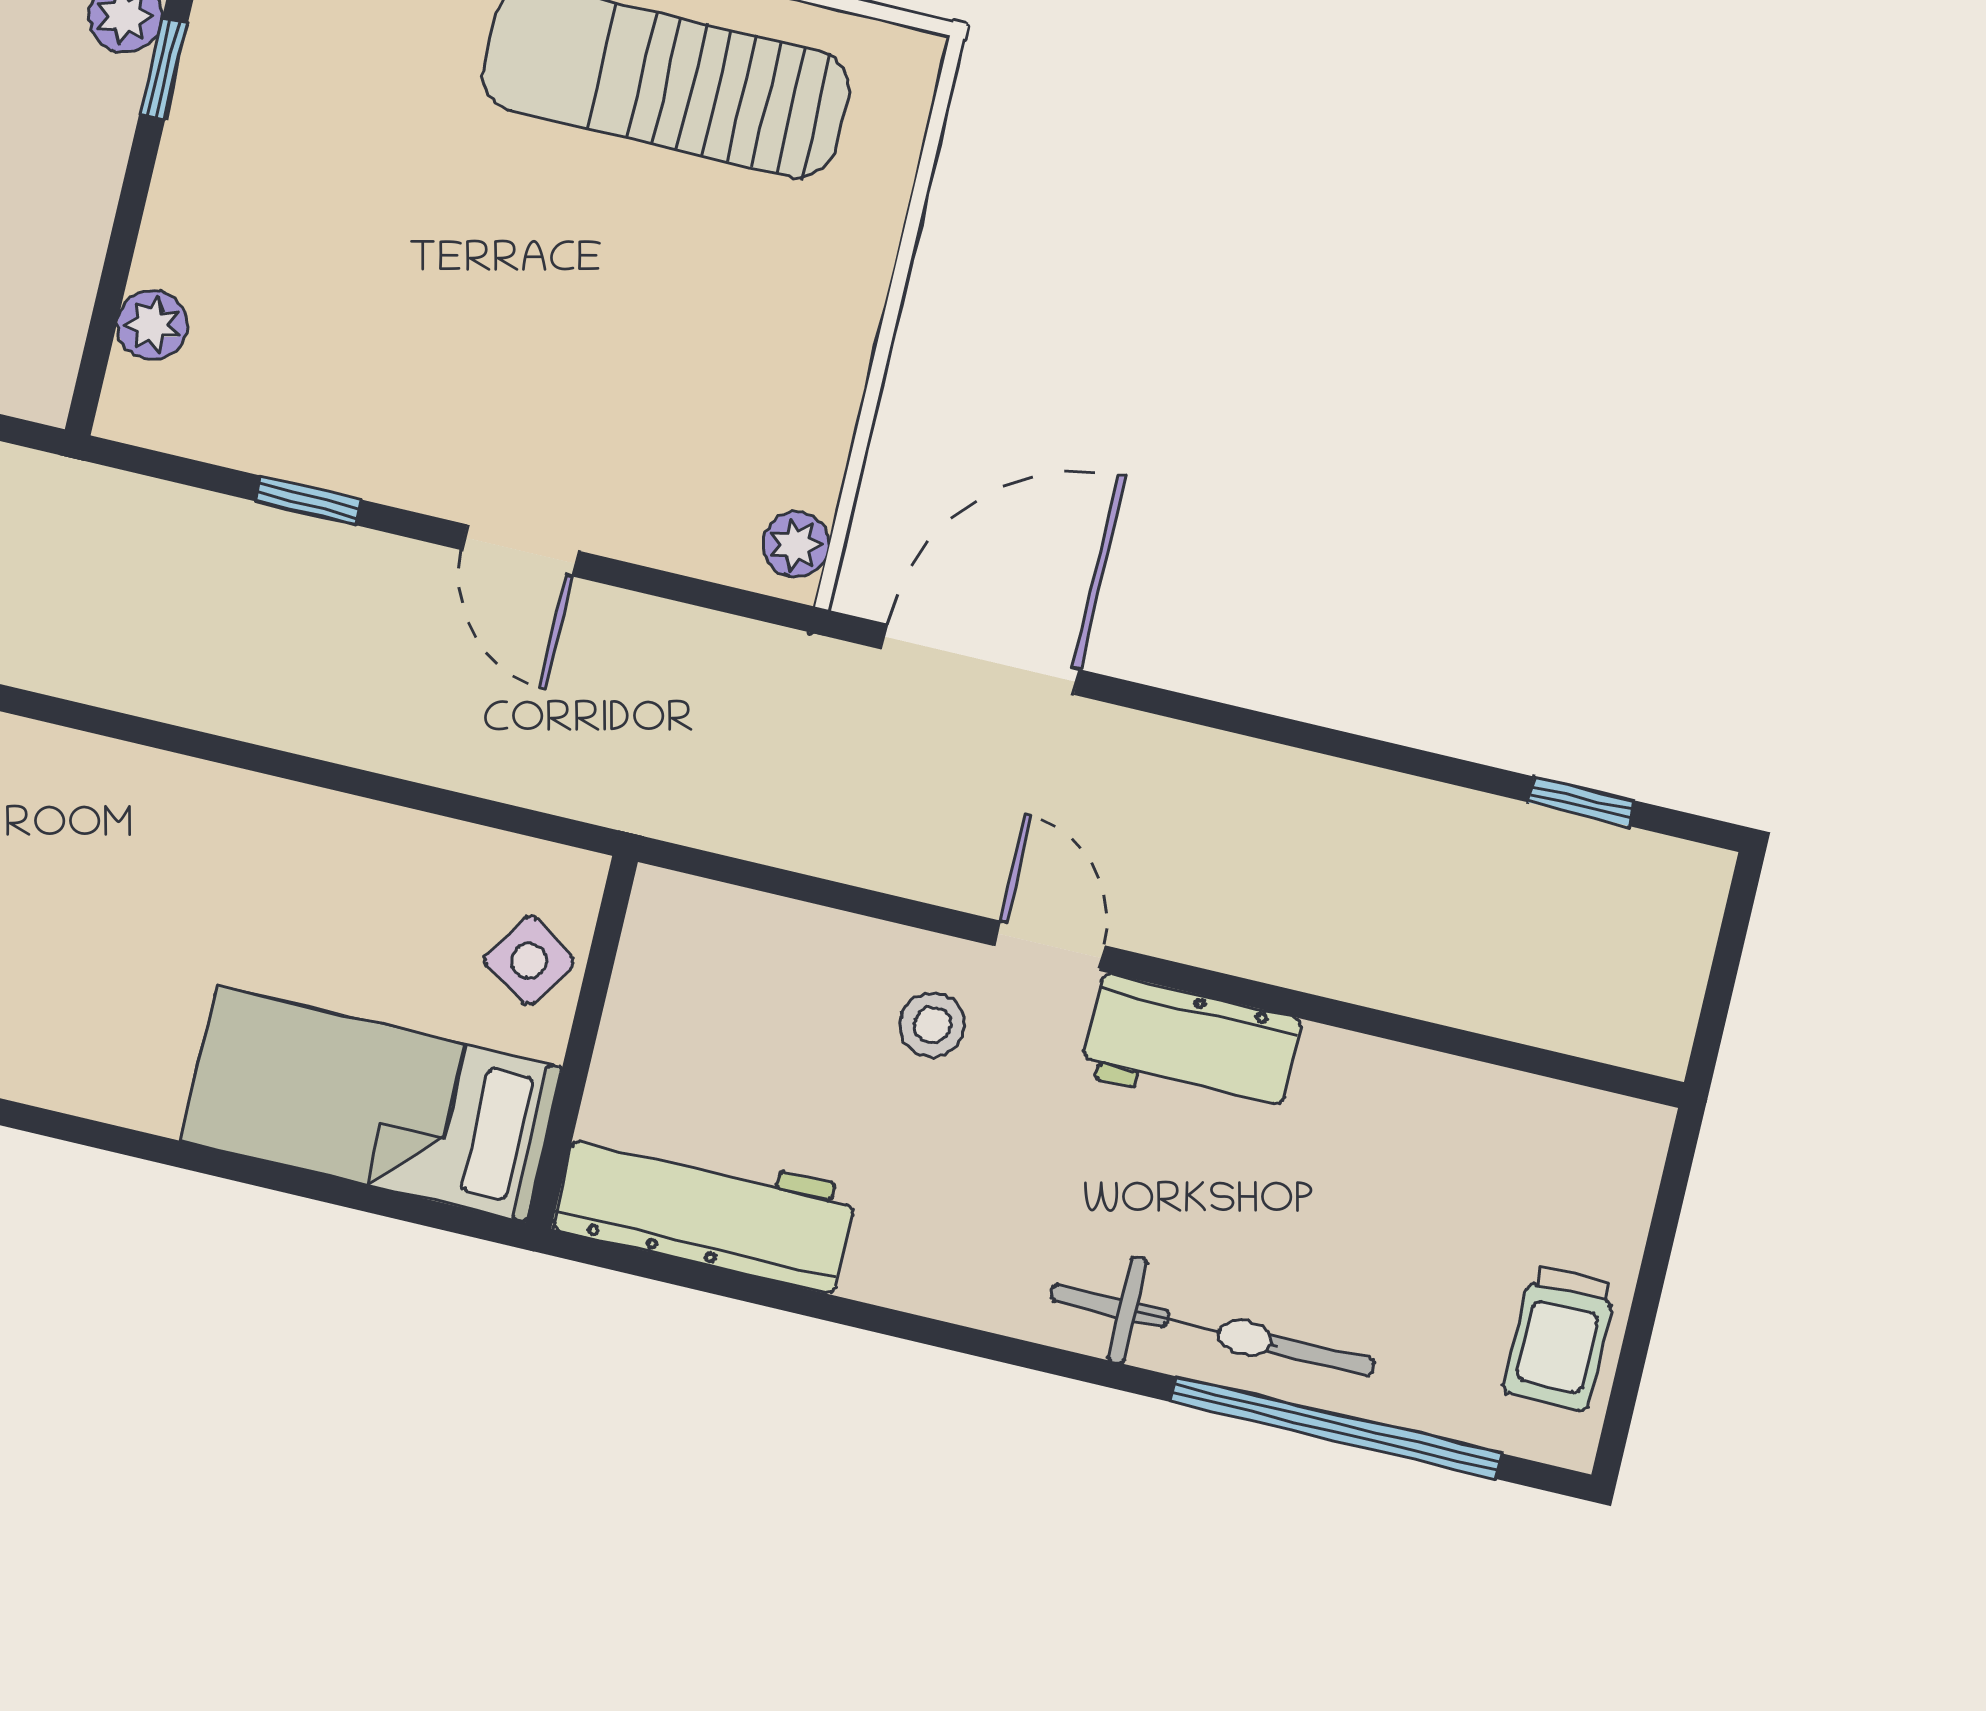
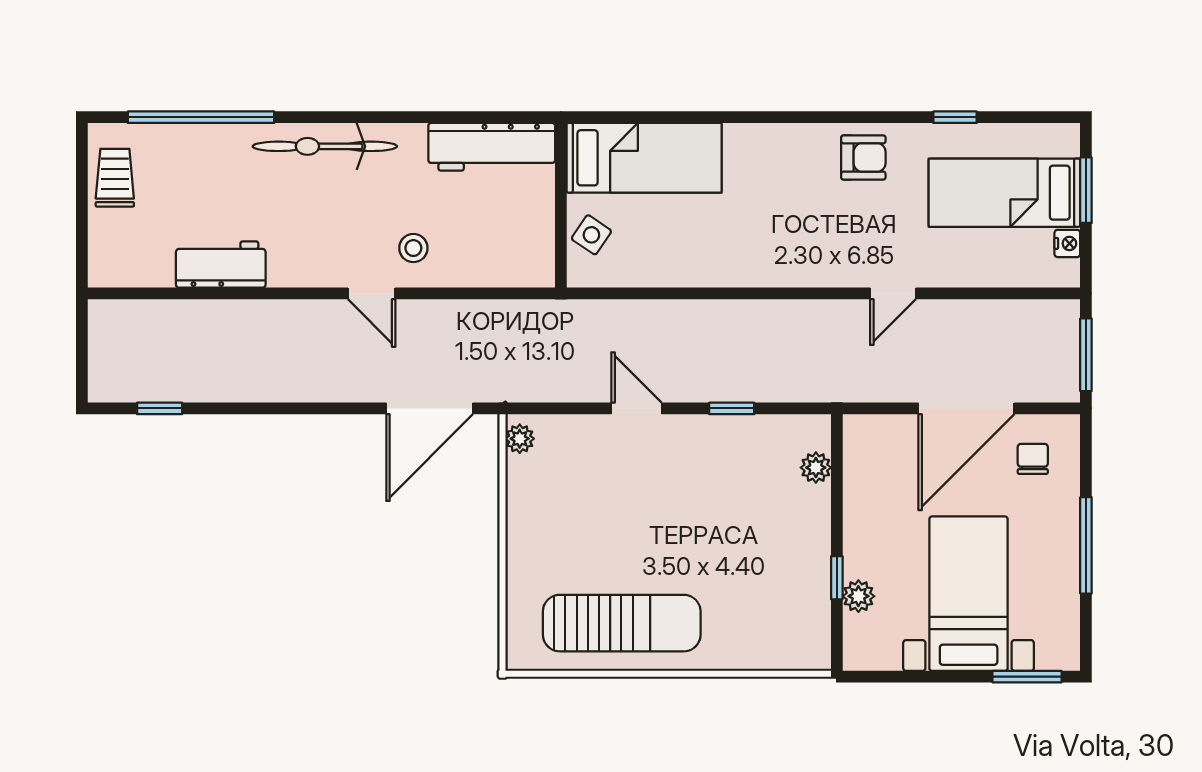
workbench: (1191, 1047) -> (221, 265), moved
bicycle: (1213, 1330) -> (325, 146), moved

